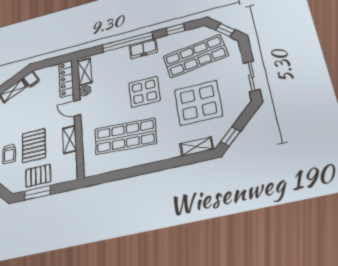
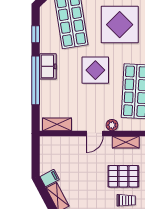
locker: (66, 79) -> (60, 143), removed
plant: (85, 91) -> (112, 125), moved

